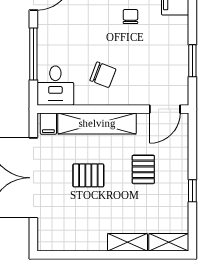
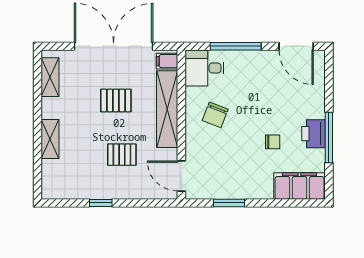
pallet: (88, 175) -> (116, 100), turned 90
shelving: (169, 242) -> (50, 77), moved

